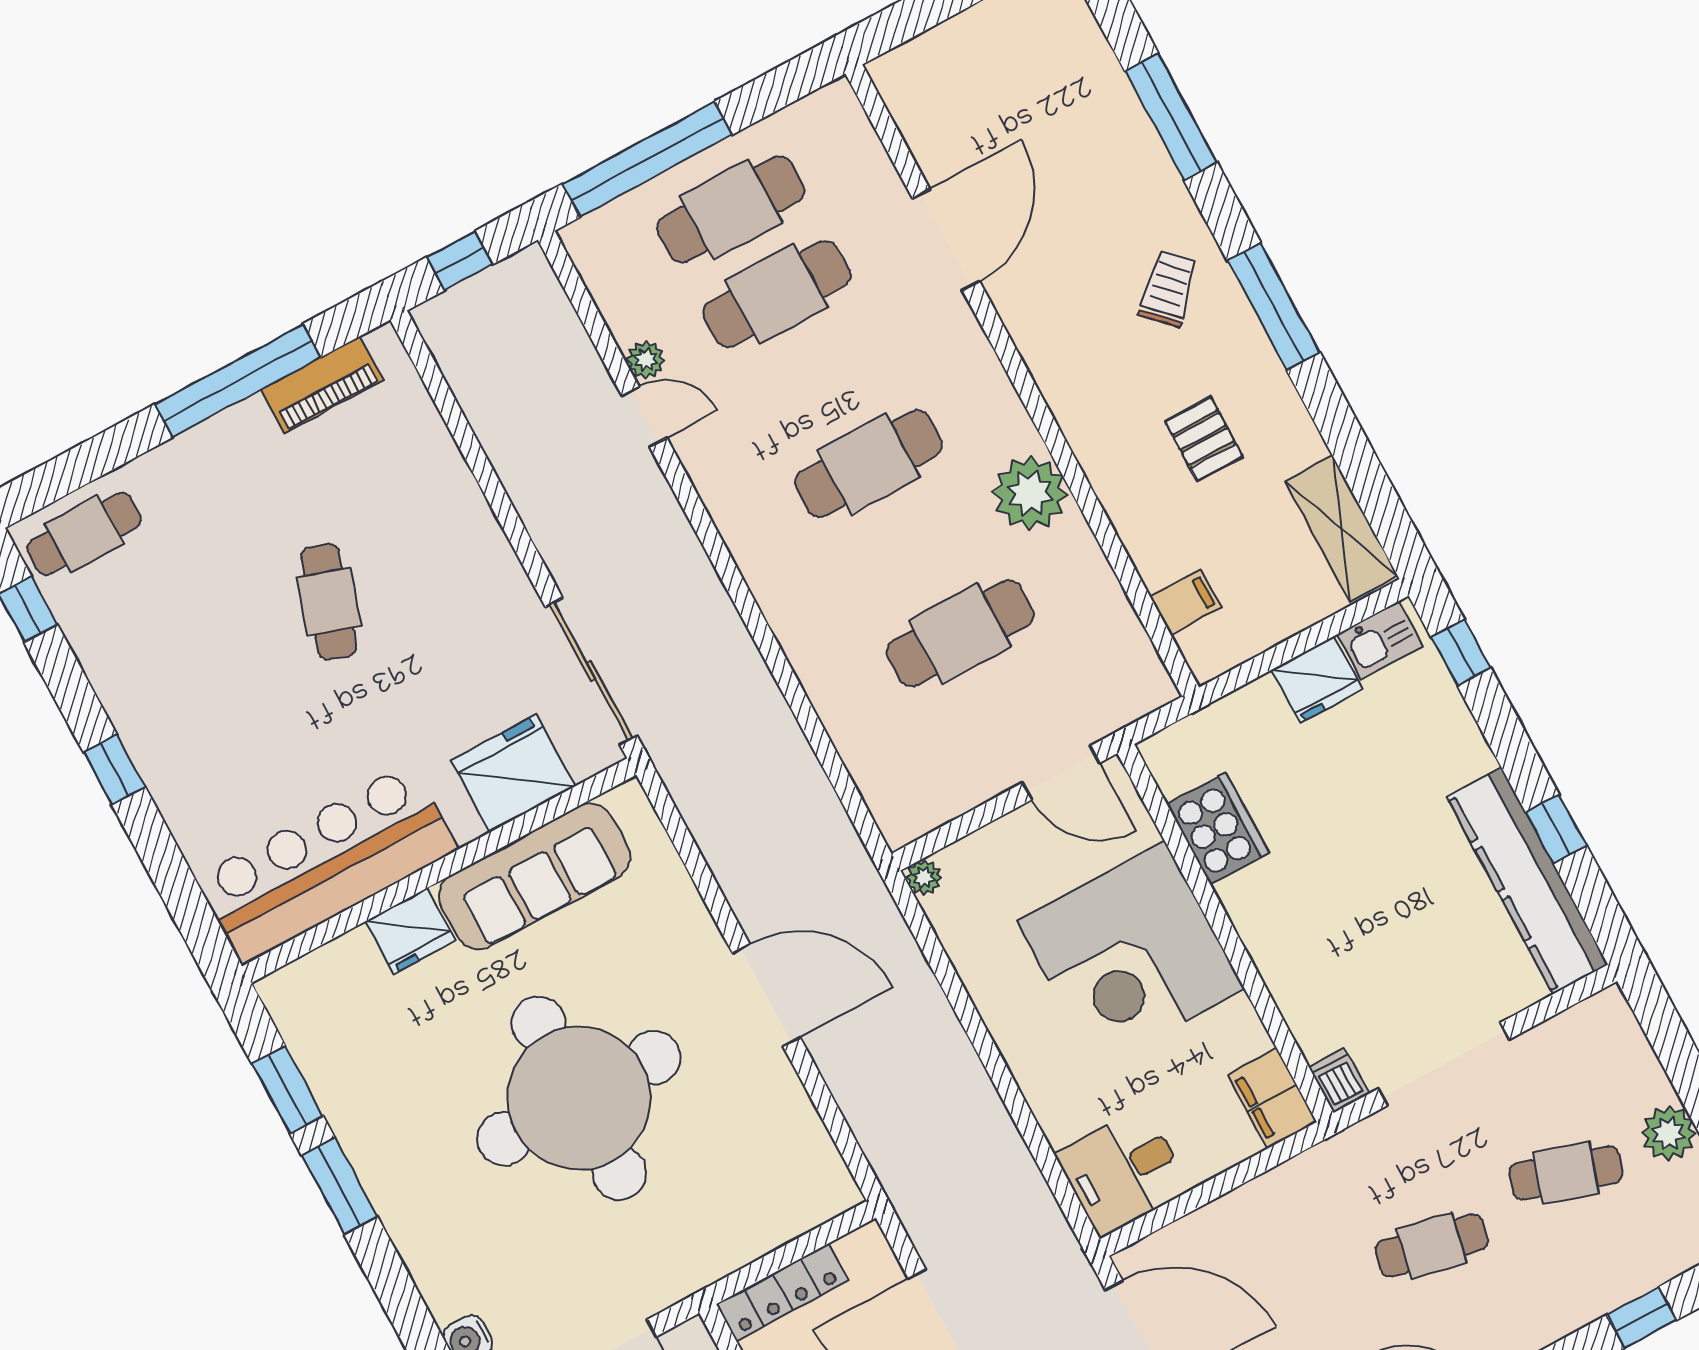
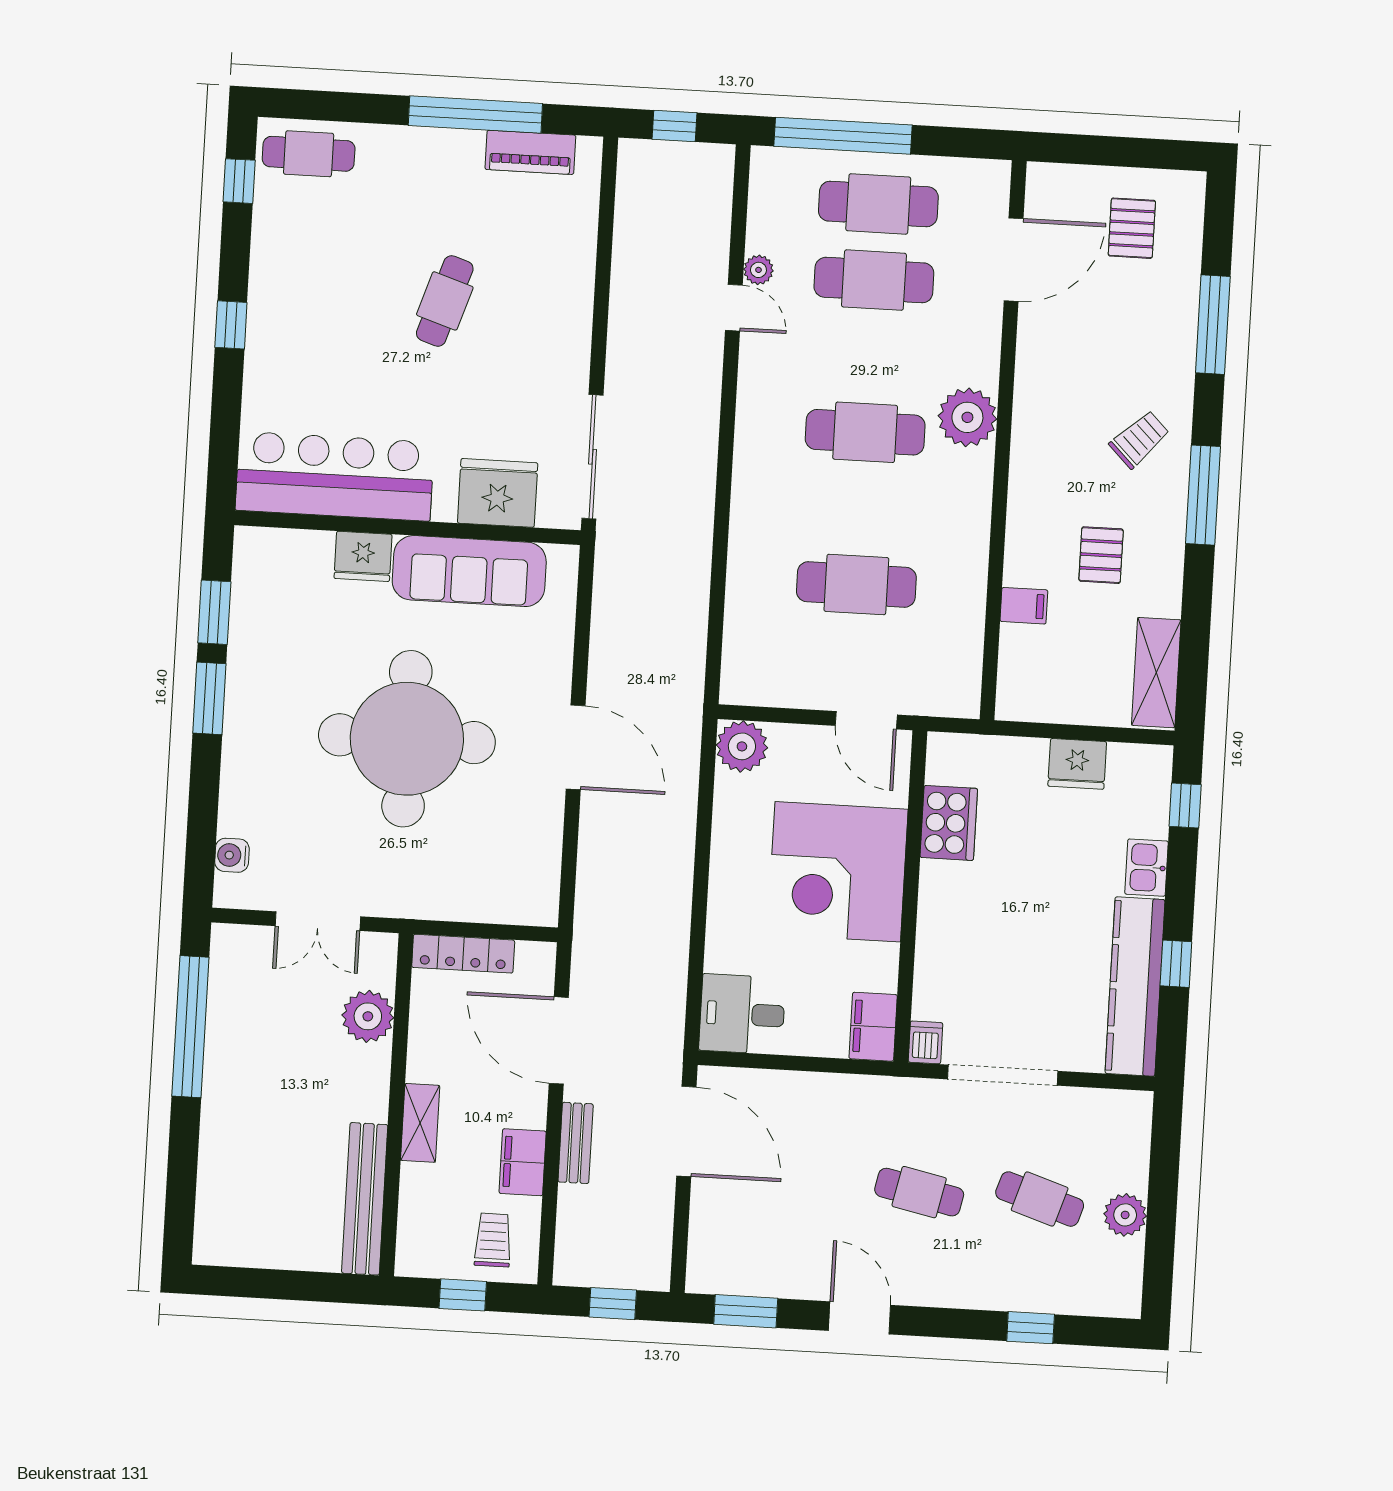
pallet: (1020, 67) -> (1132, 228), added
door: (946, 240) -> (1014, 260), moved
plant: (1030, 493) -> (967, 417), moved
filing cabinet: (1186, 602) -> (1024, 606), moved
kitchen sink: (1380, 640) -> (1147, 868), moved, turned 90
plant: (924, 877) -> (742, 746), width x1.88, depth x1.88

